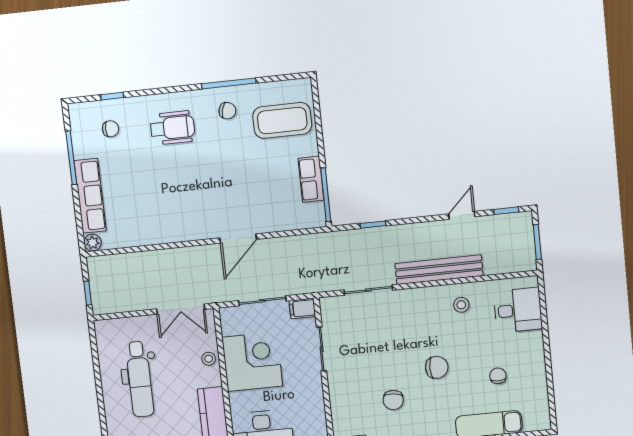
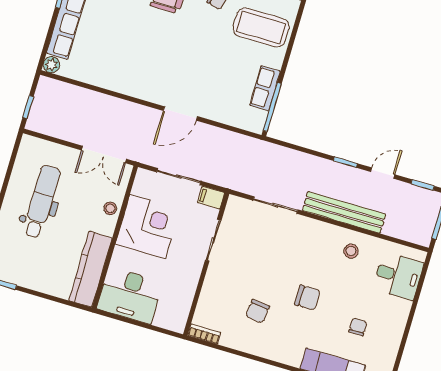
window: (373, 225) -> (345, 162), moved
dental chair: (140, 379) -> (42, 202), turned 180

